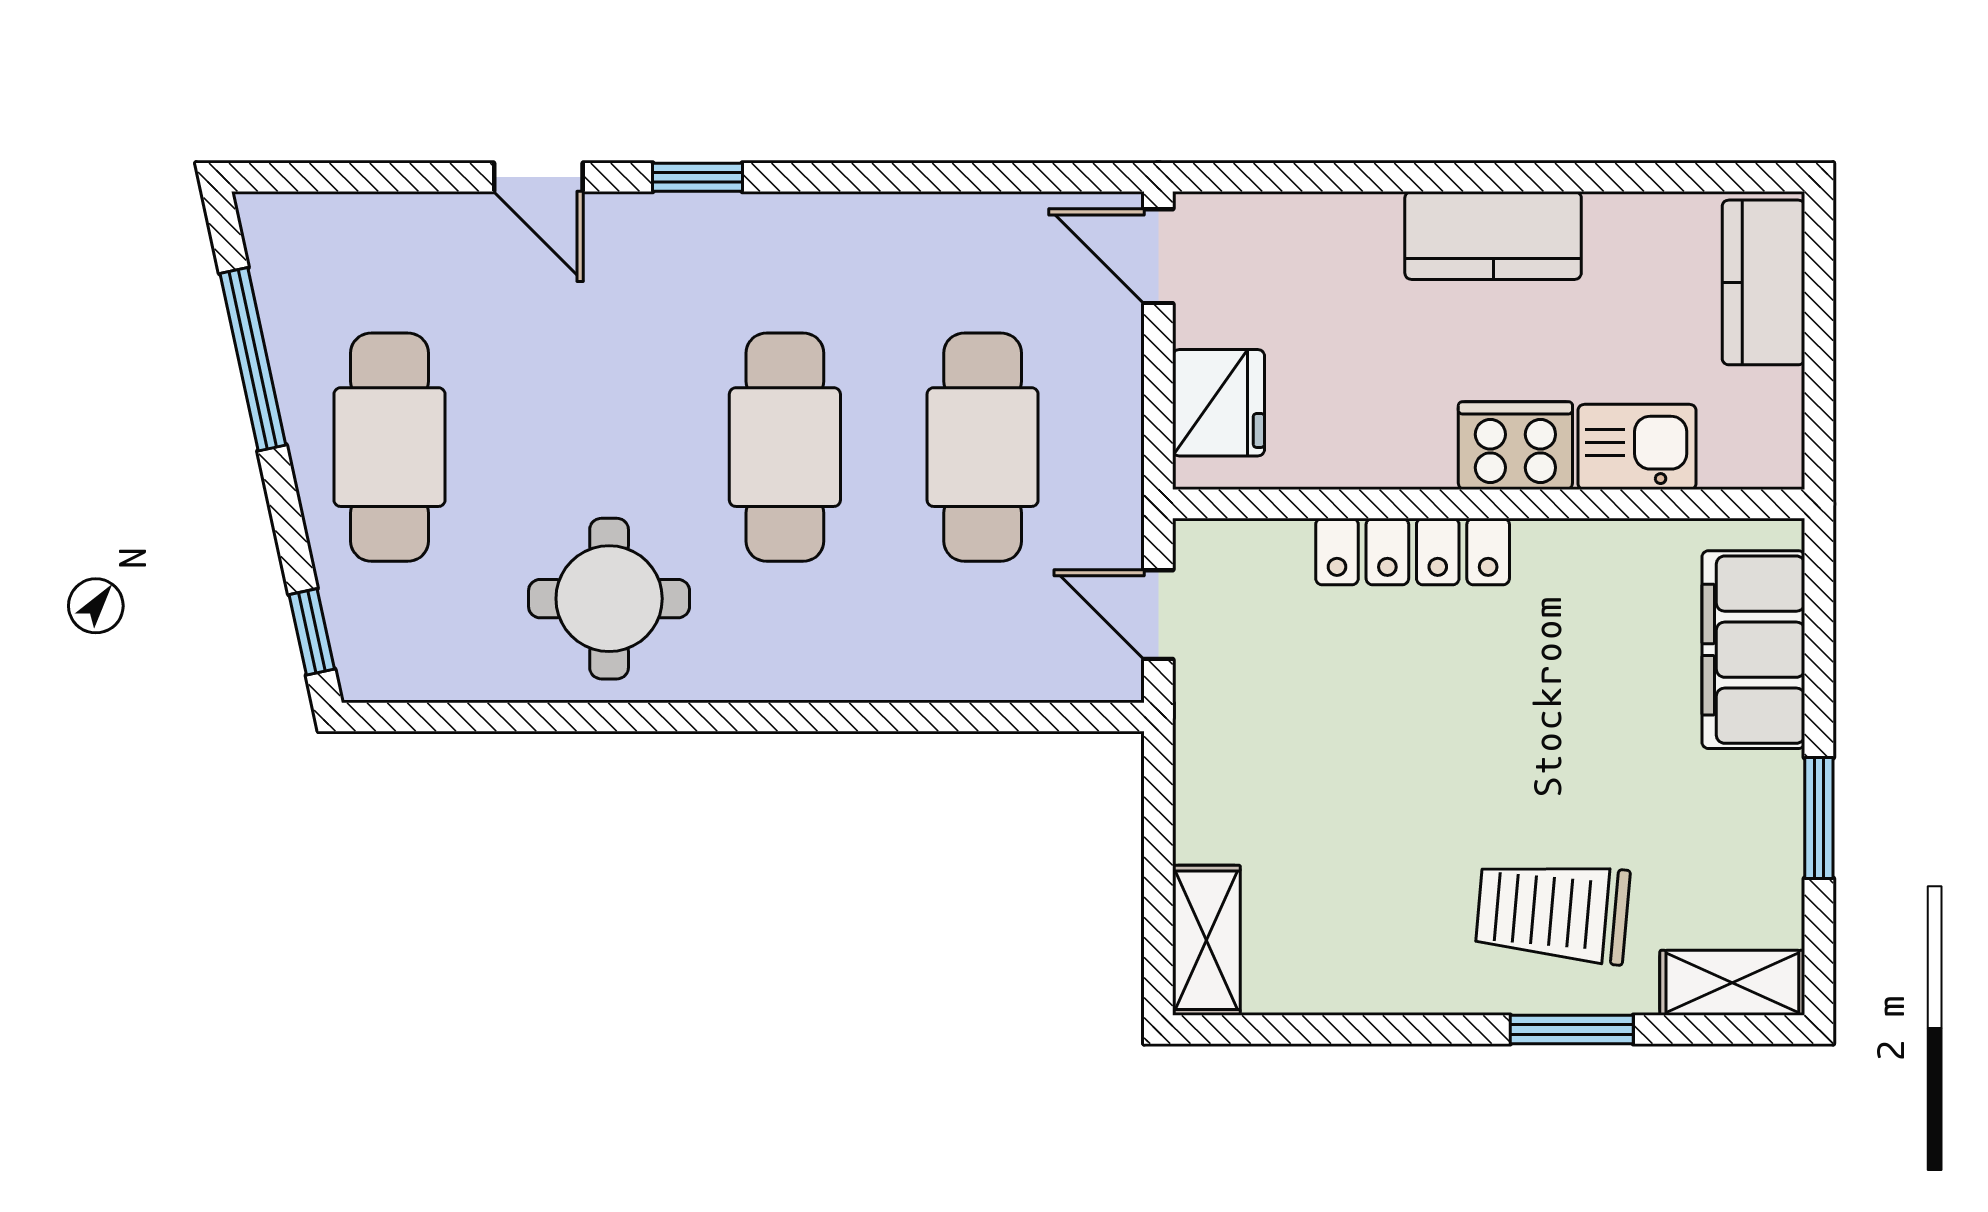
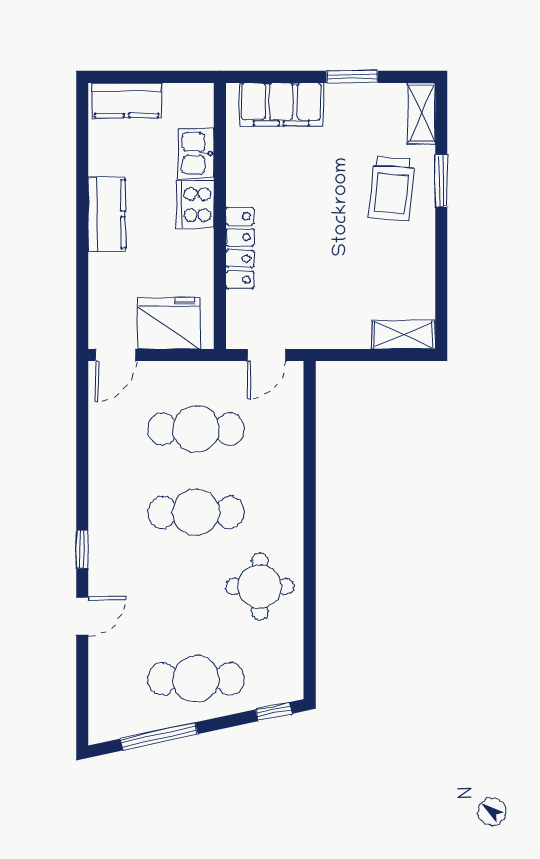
fridge: (1218, 403) -> (169, 323), width x1.36, depth x1.34

